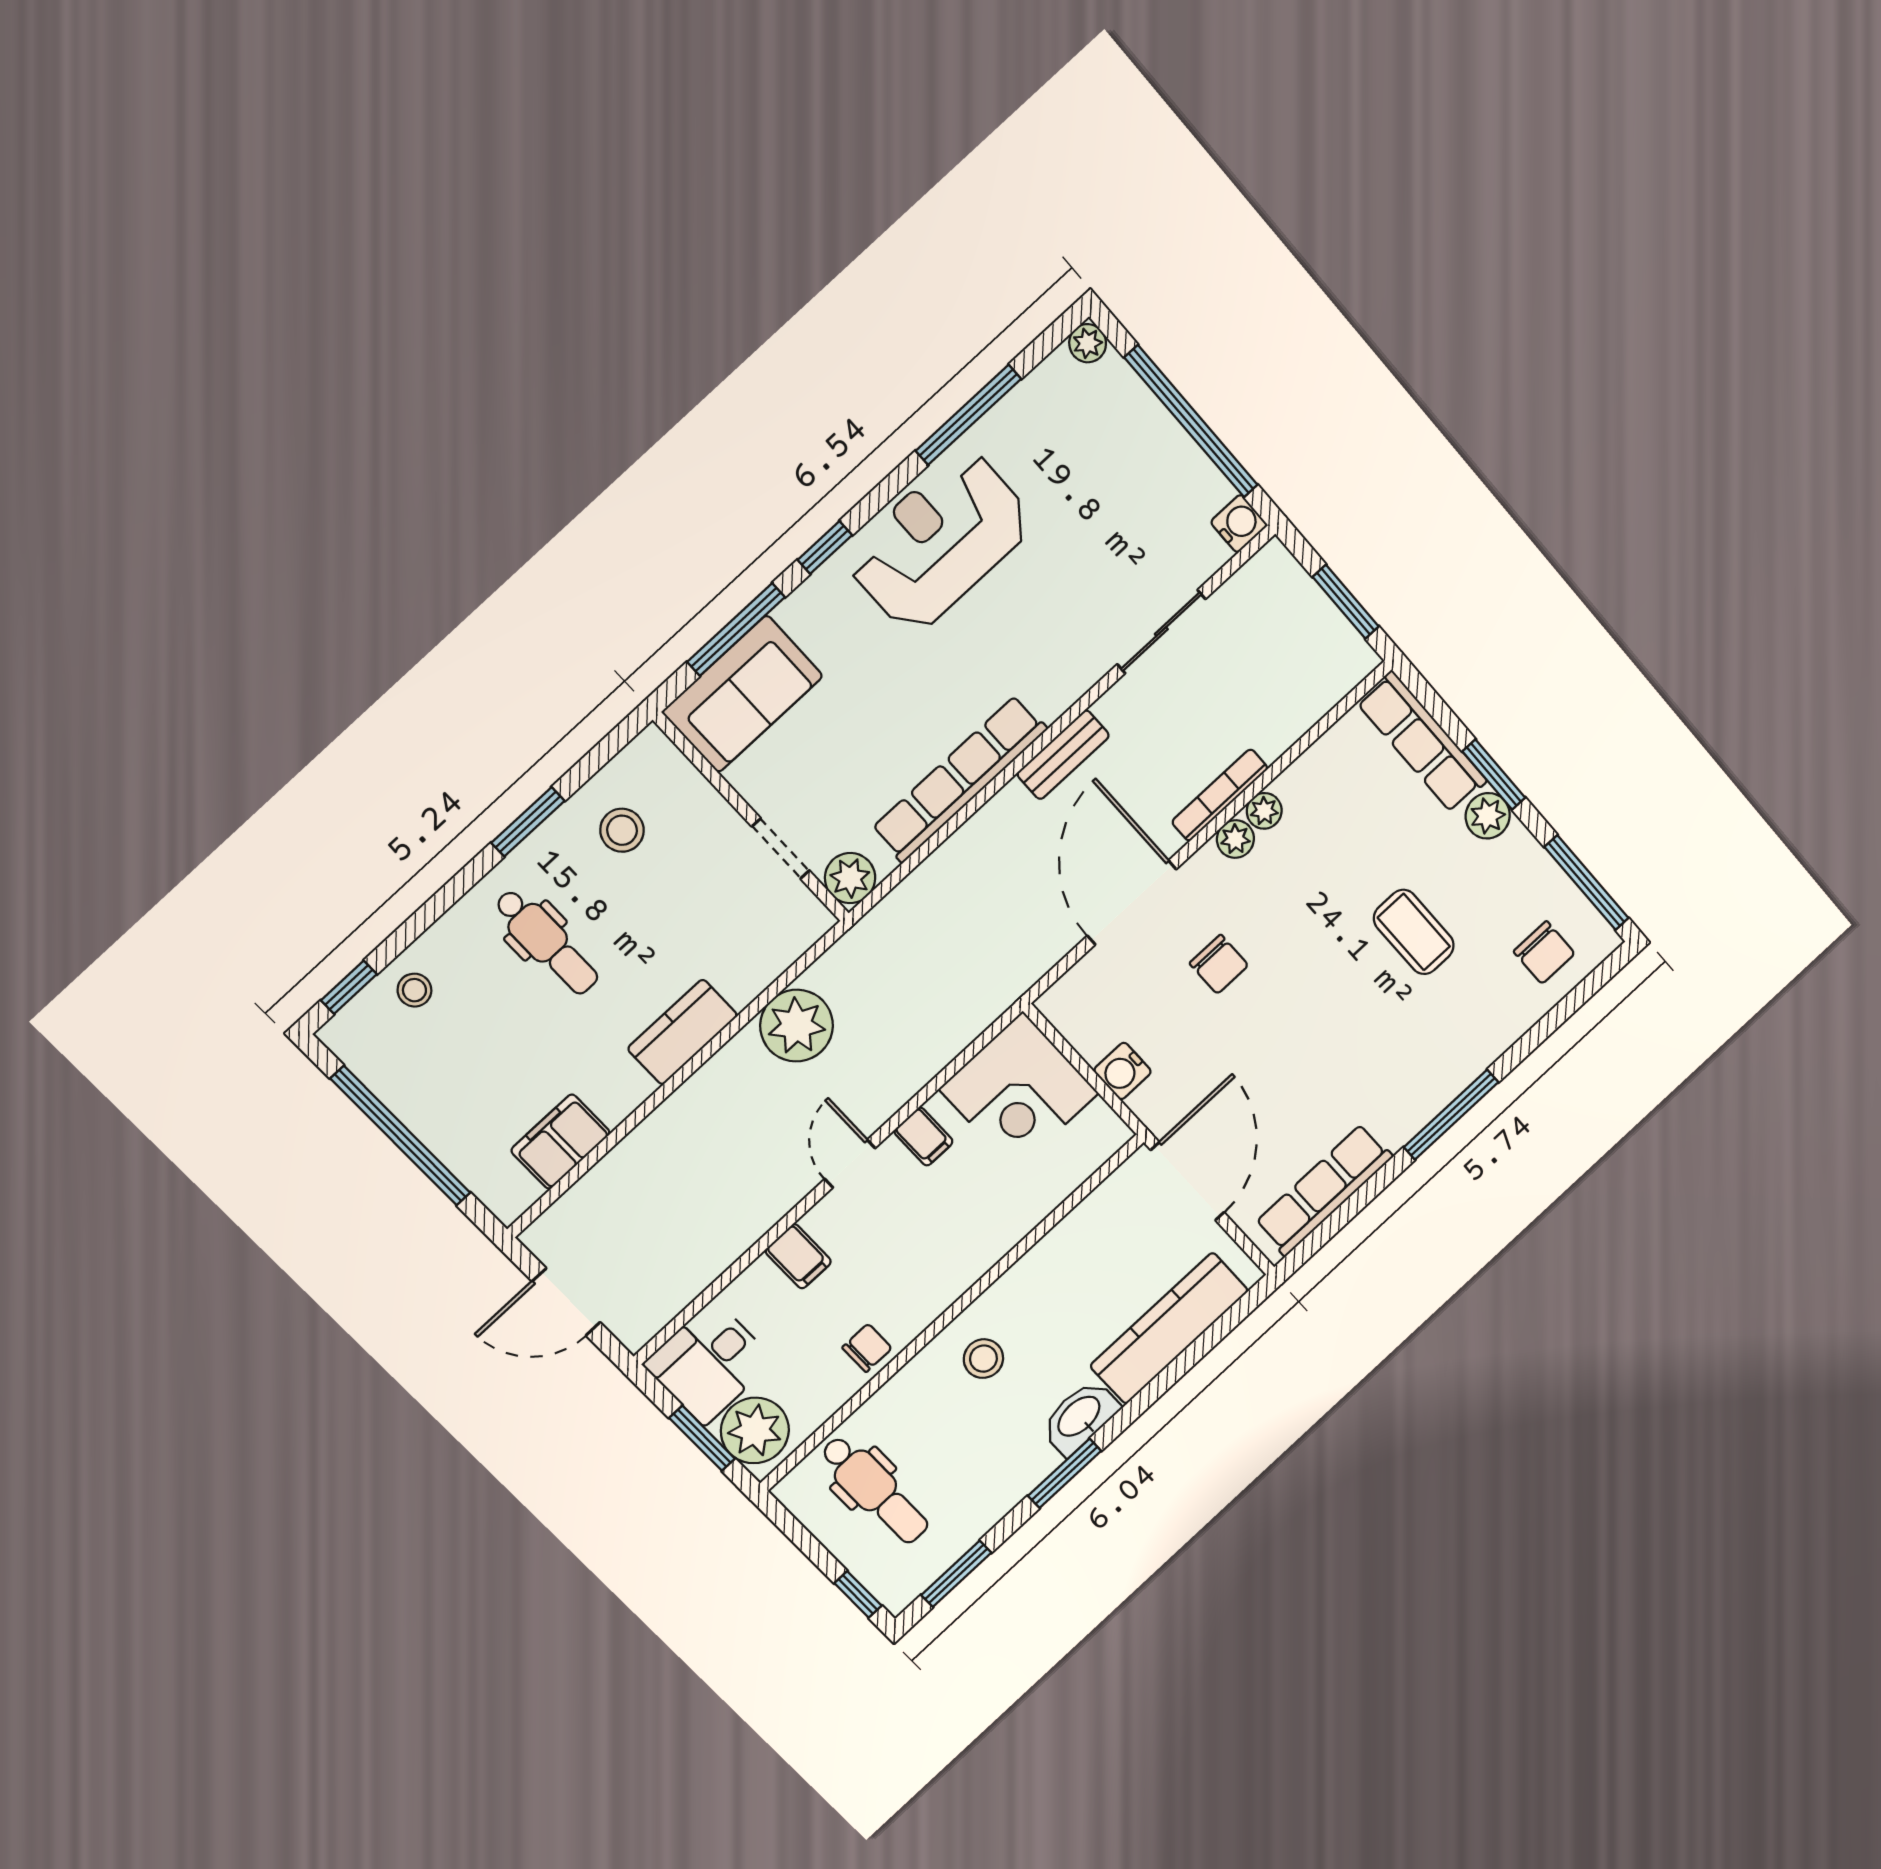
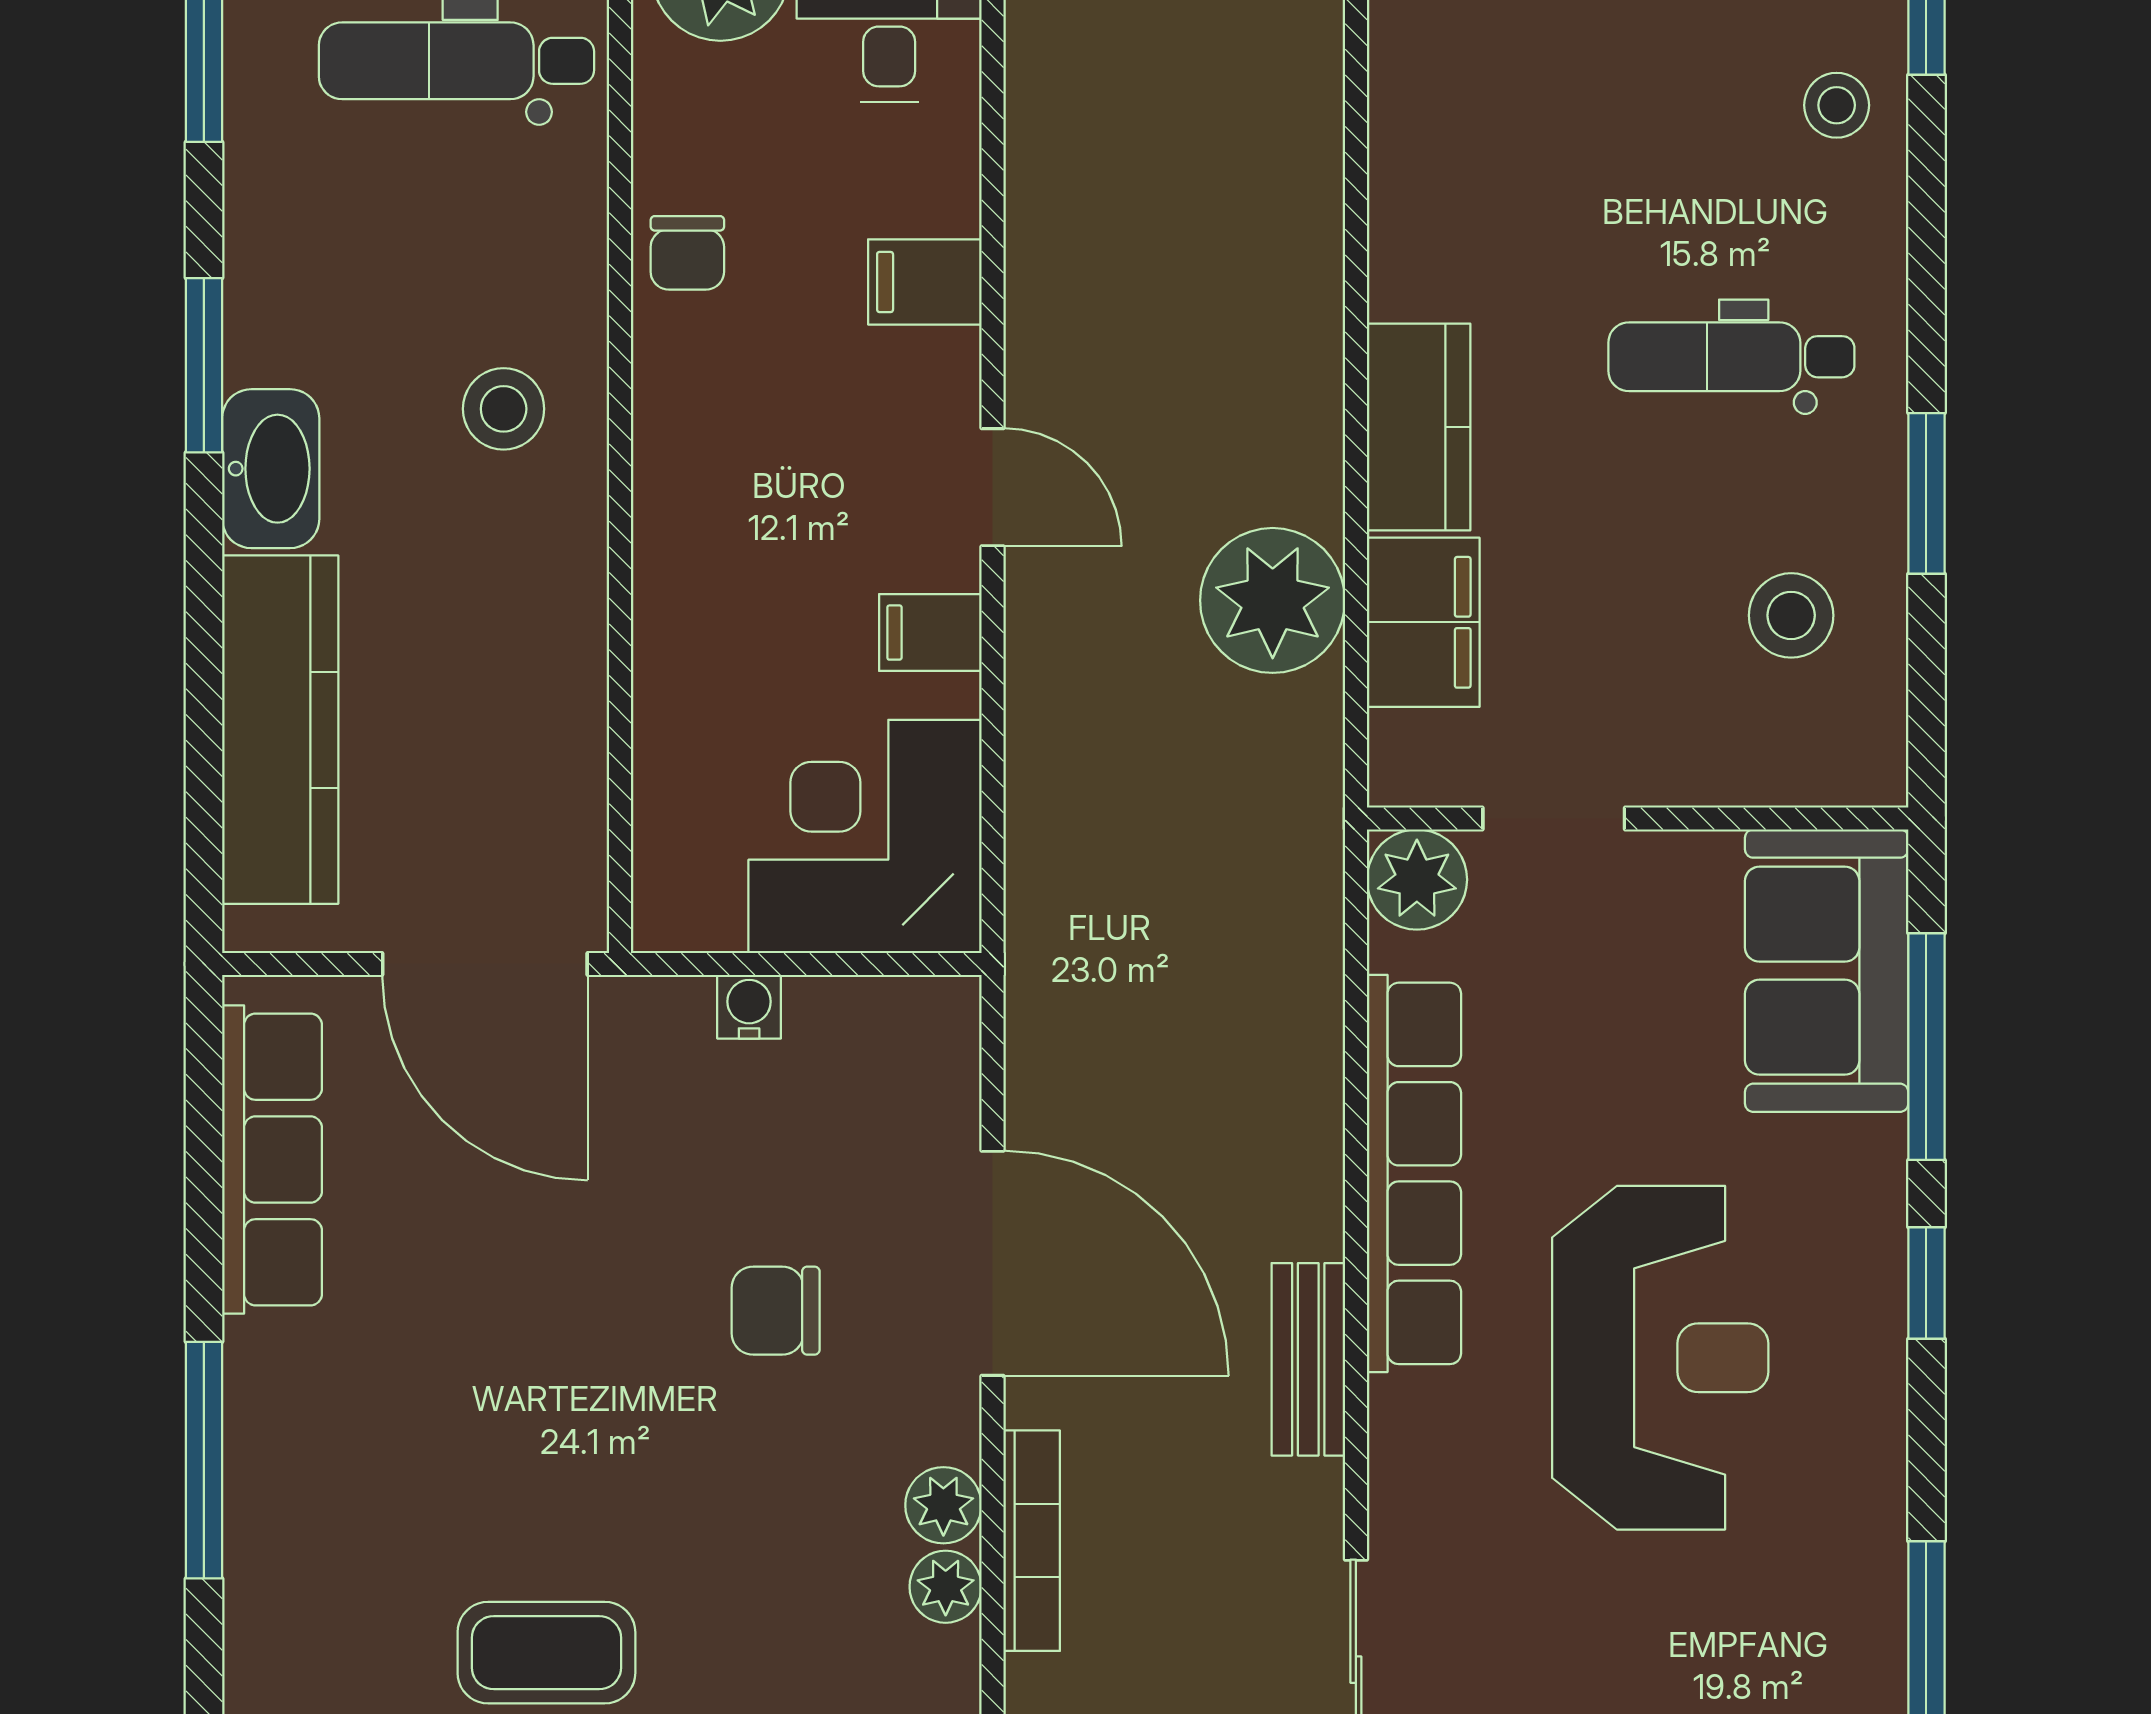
reception desk: (940, 541) -> (1660, 1358), moved
water cooler: (1122, 1071) -> (749, 1007), width x0.72, depth x0.72
filing cabinet: (561, 1142) -> (1423, 622), moved

